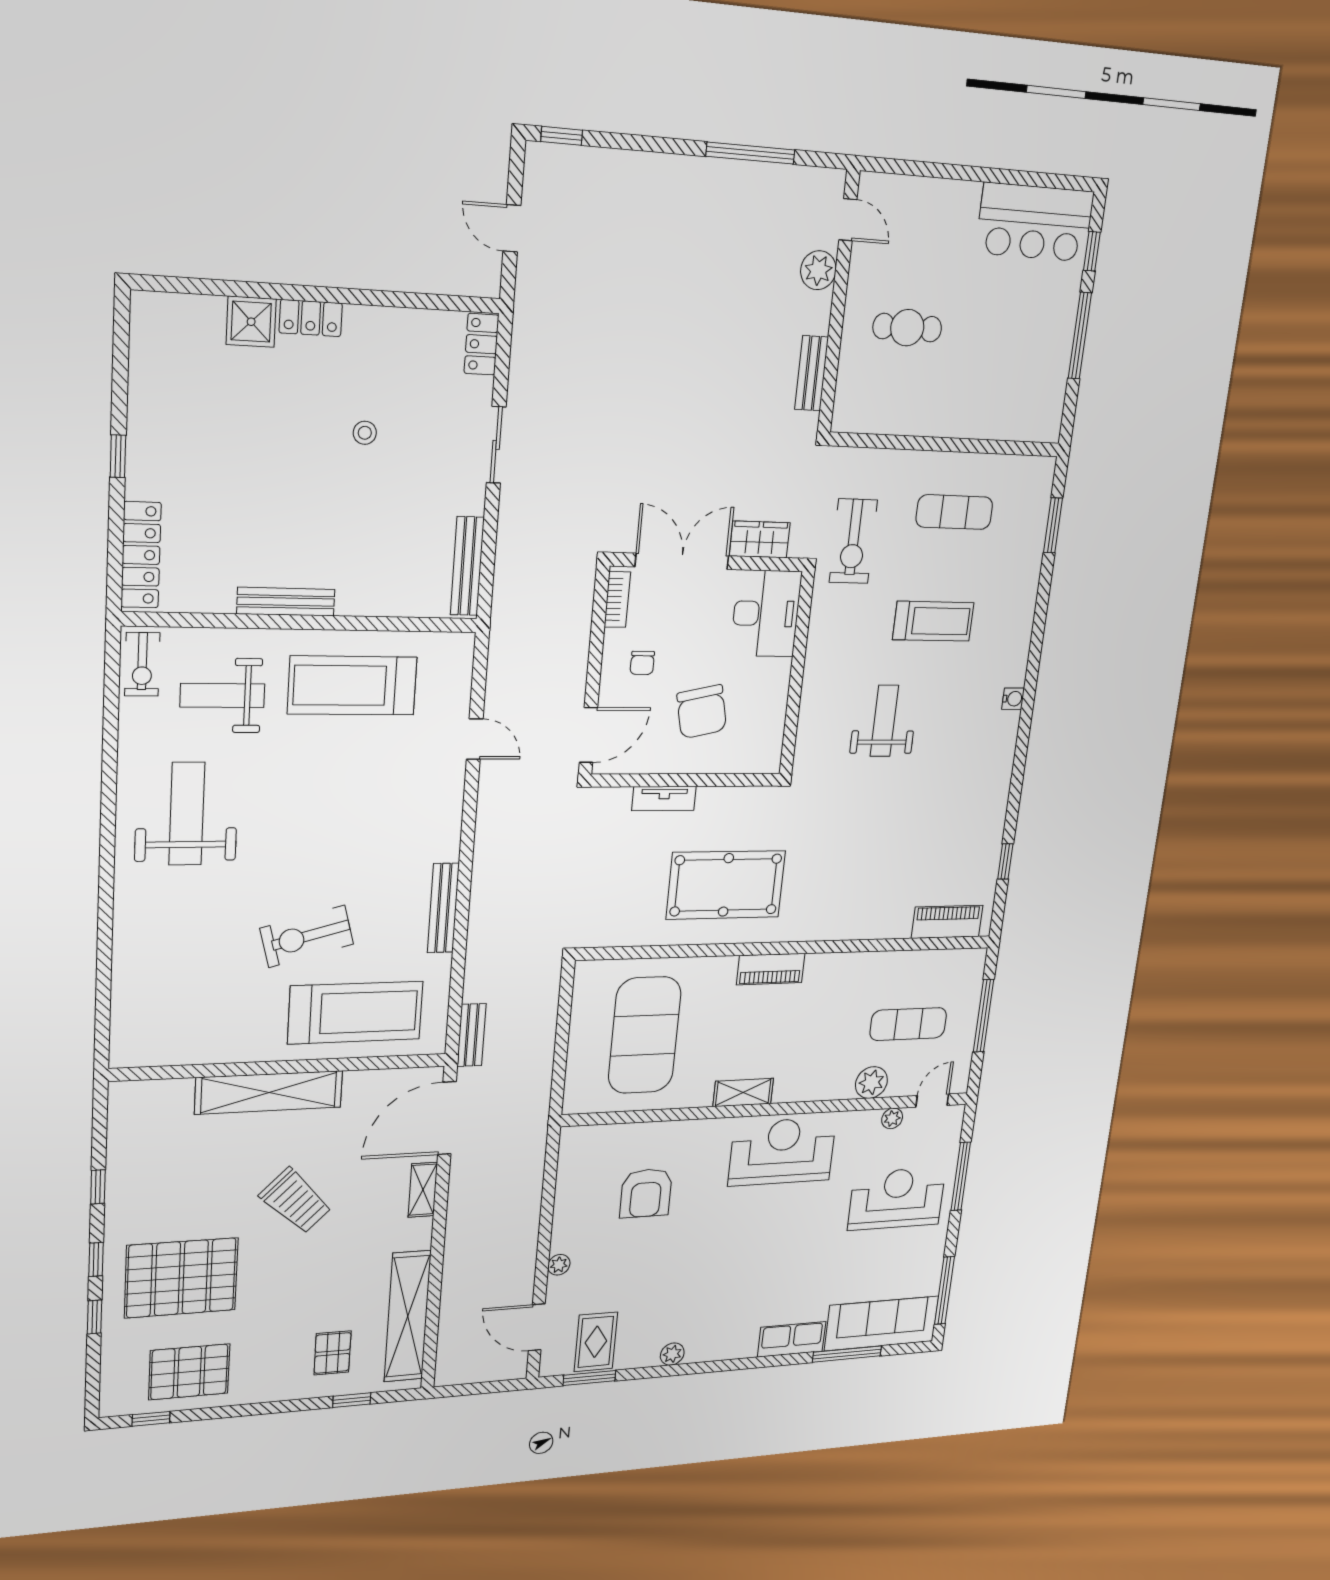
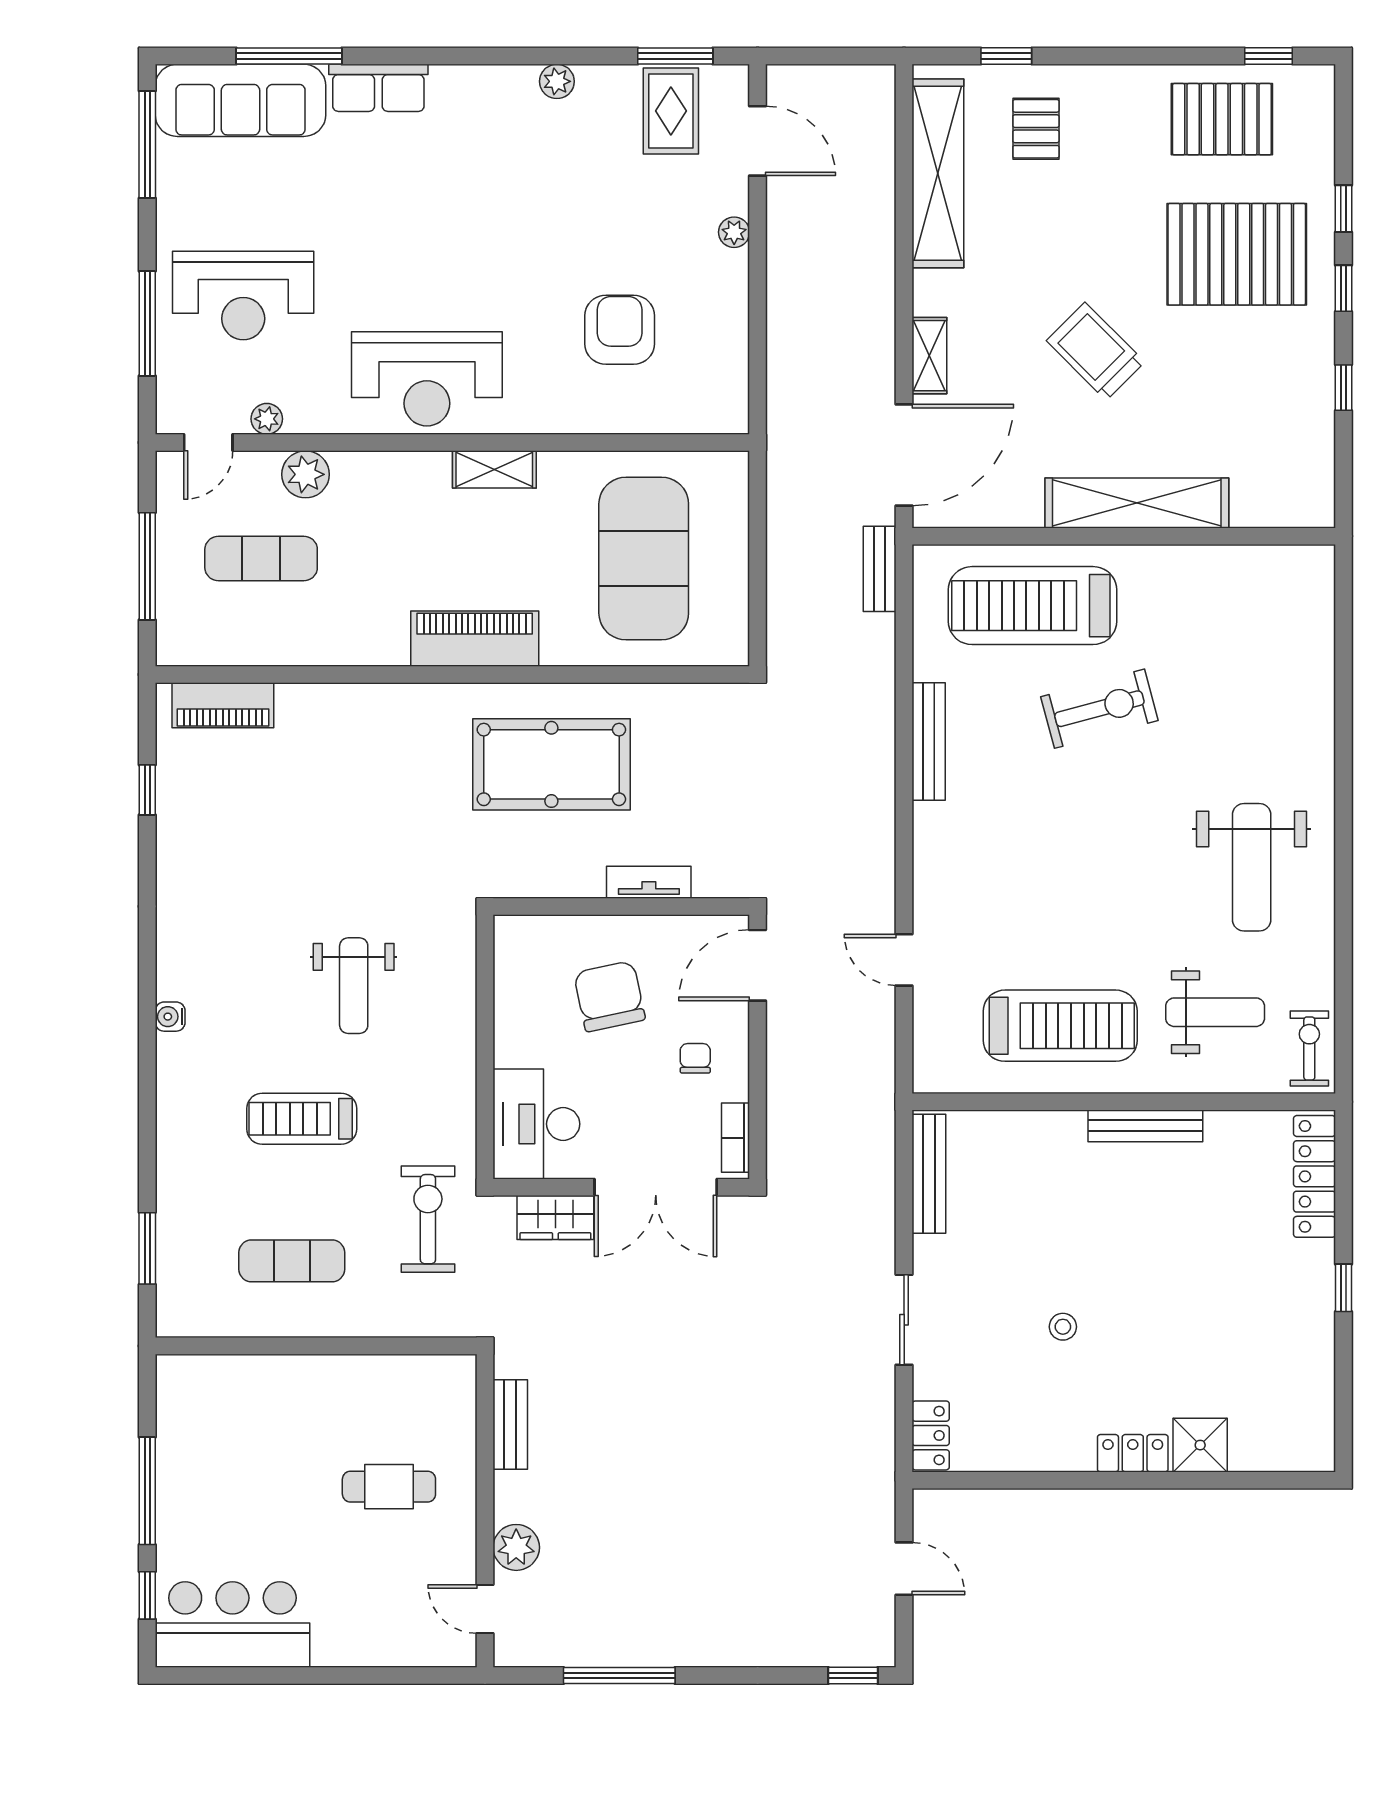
piano: (771, 969) -> (475, 639), width x1.37, depth x1.33

